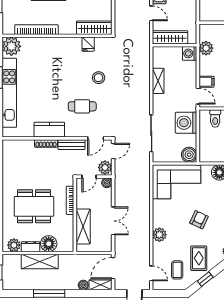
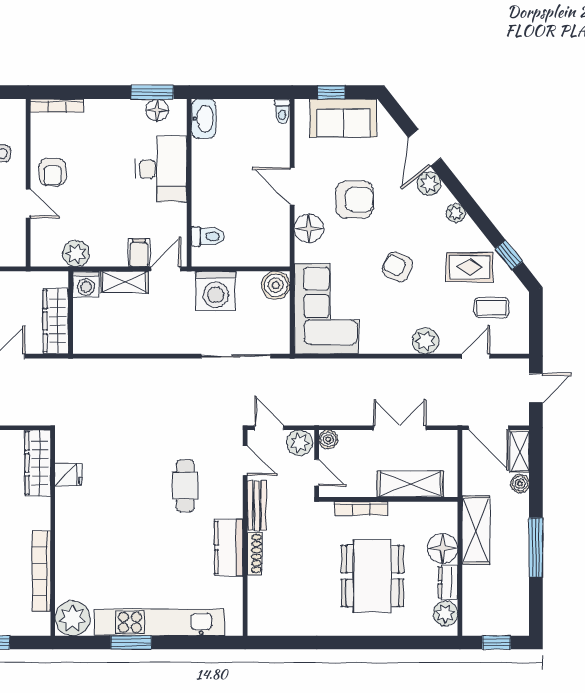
stool: (99, 78) -> (131, 455), removed
shelving: (158, 81) -> (125, 282), moved
shelving: (40, 262) -> (476, 530), moved
door: (151, 273) -> (476, 356), moved

